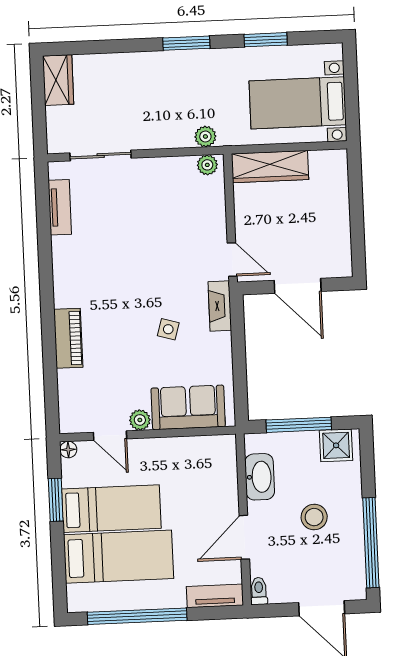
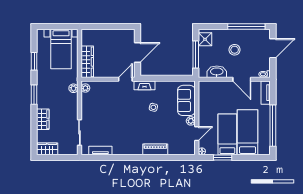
wardrobe: (128, 66) -> (43, 119), added

